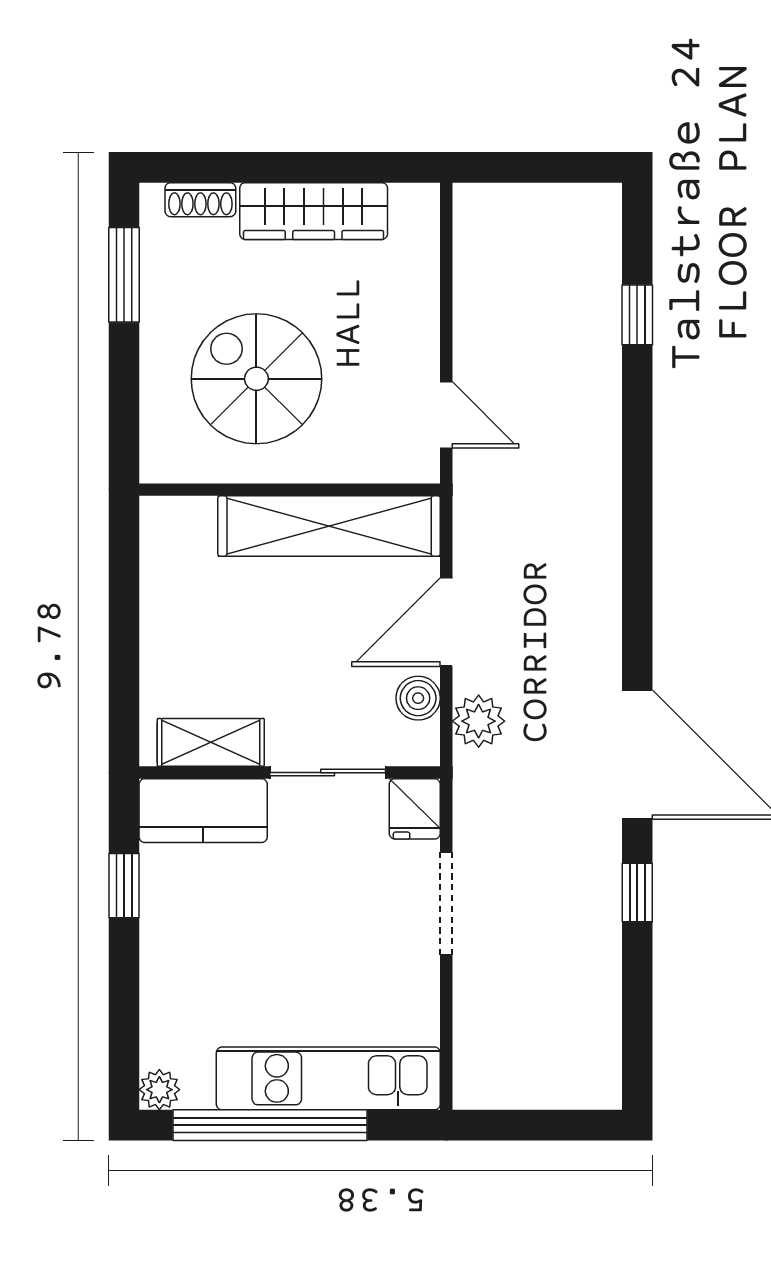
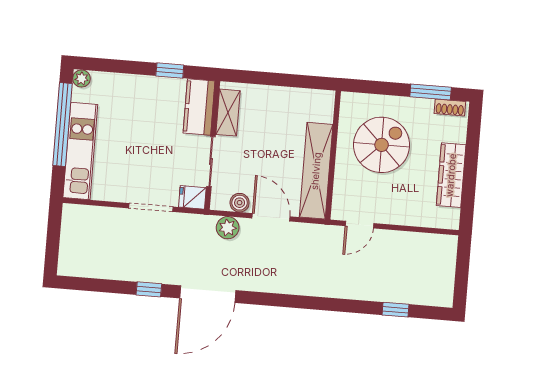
shoe rack: (200, 200) -> (450, 107), moved, turned -90

